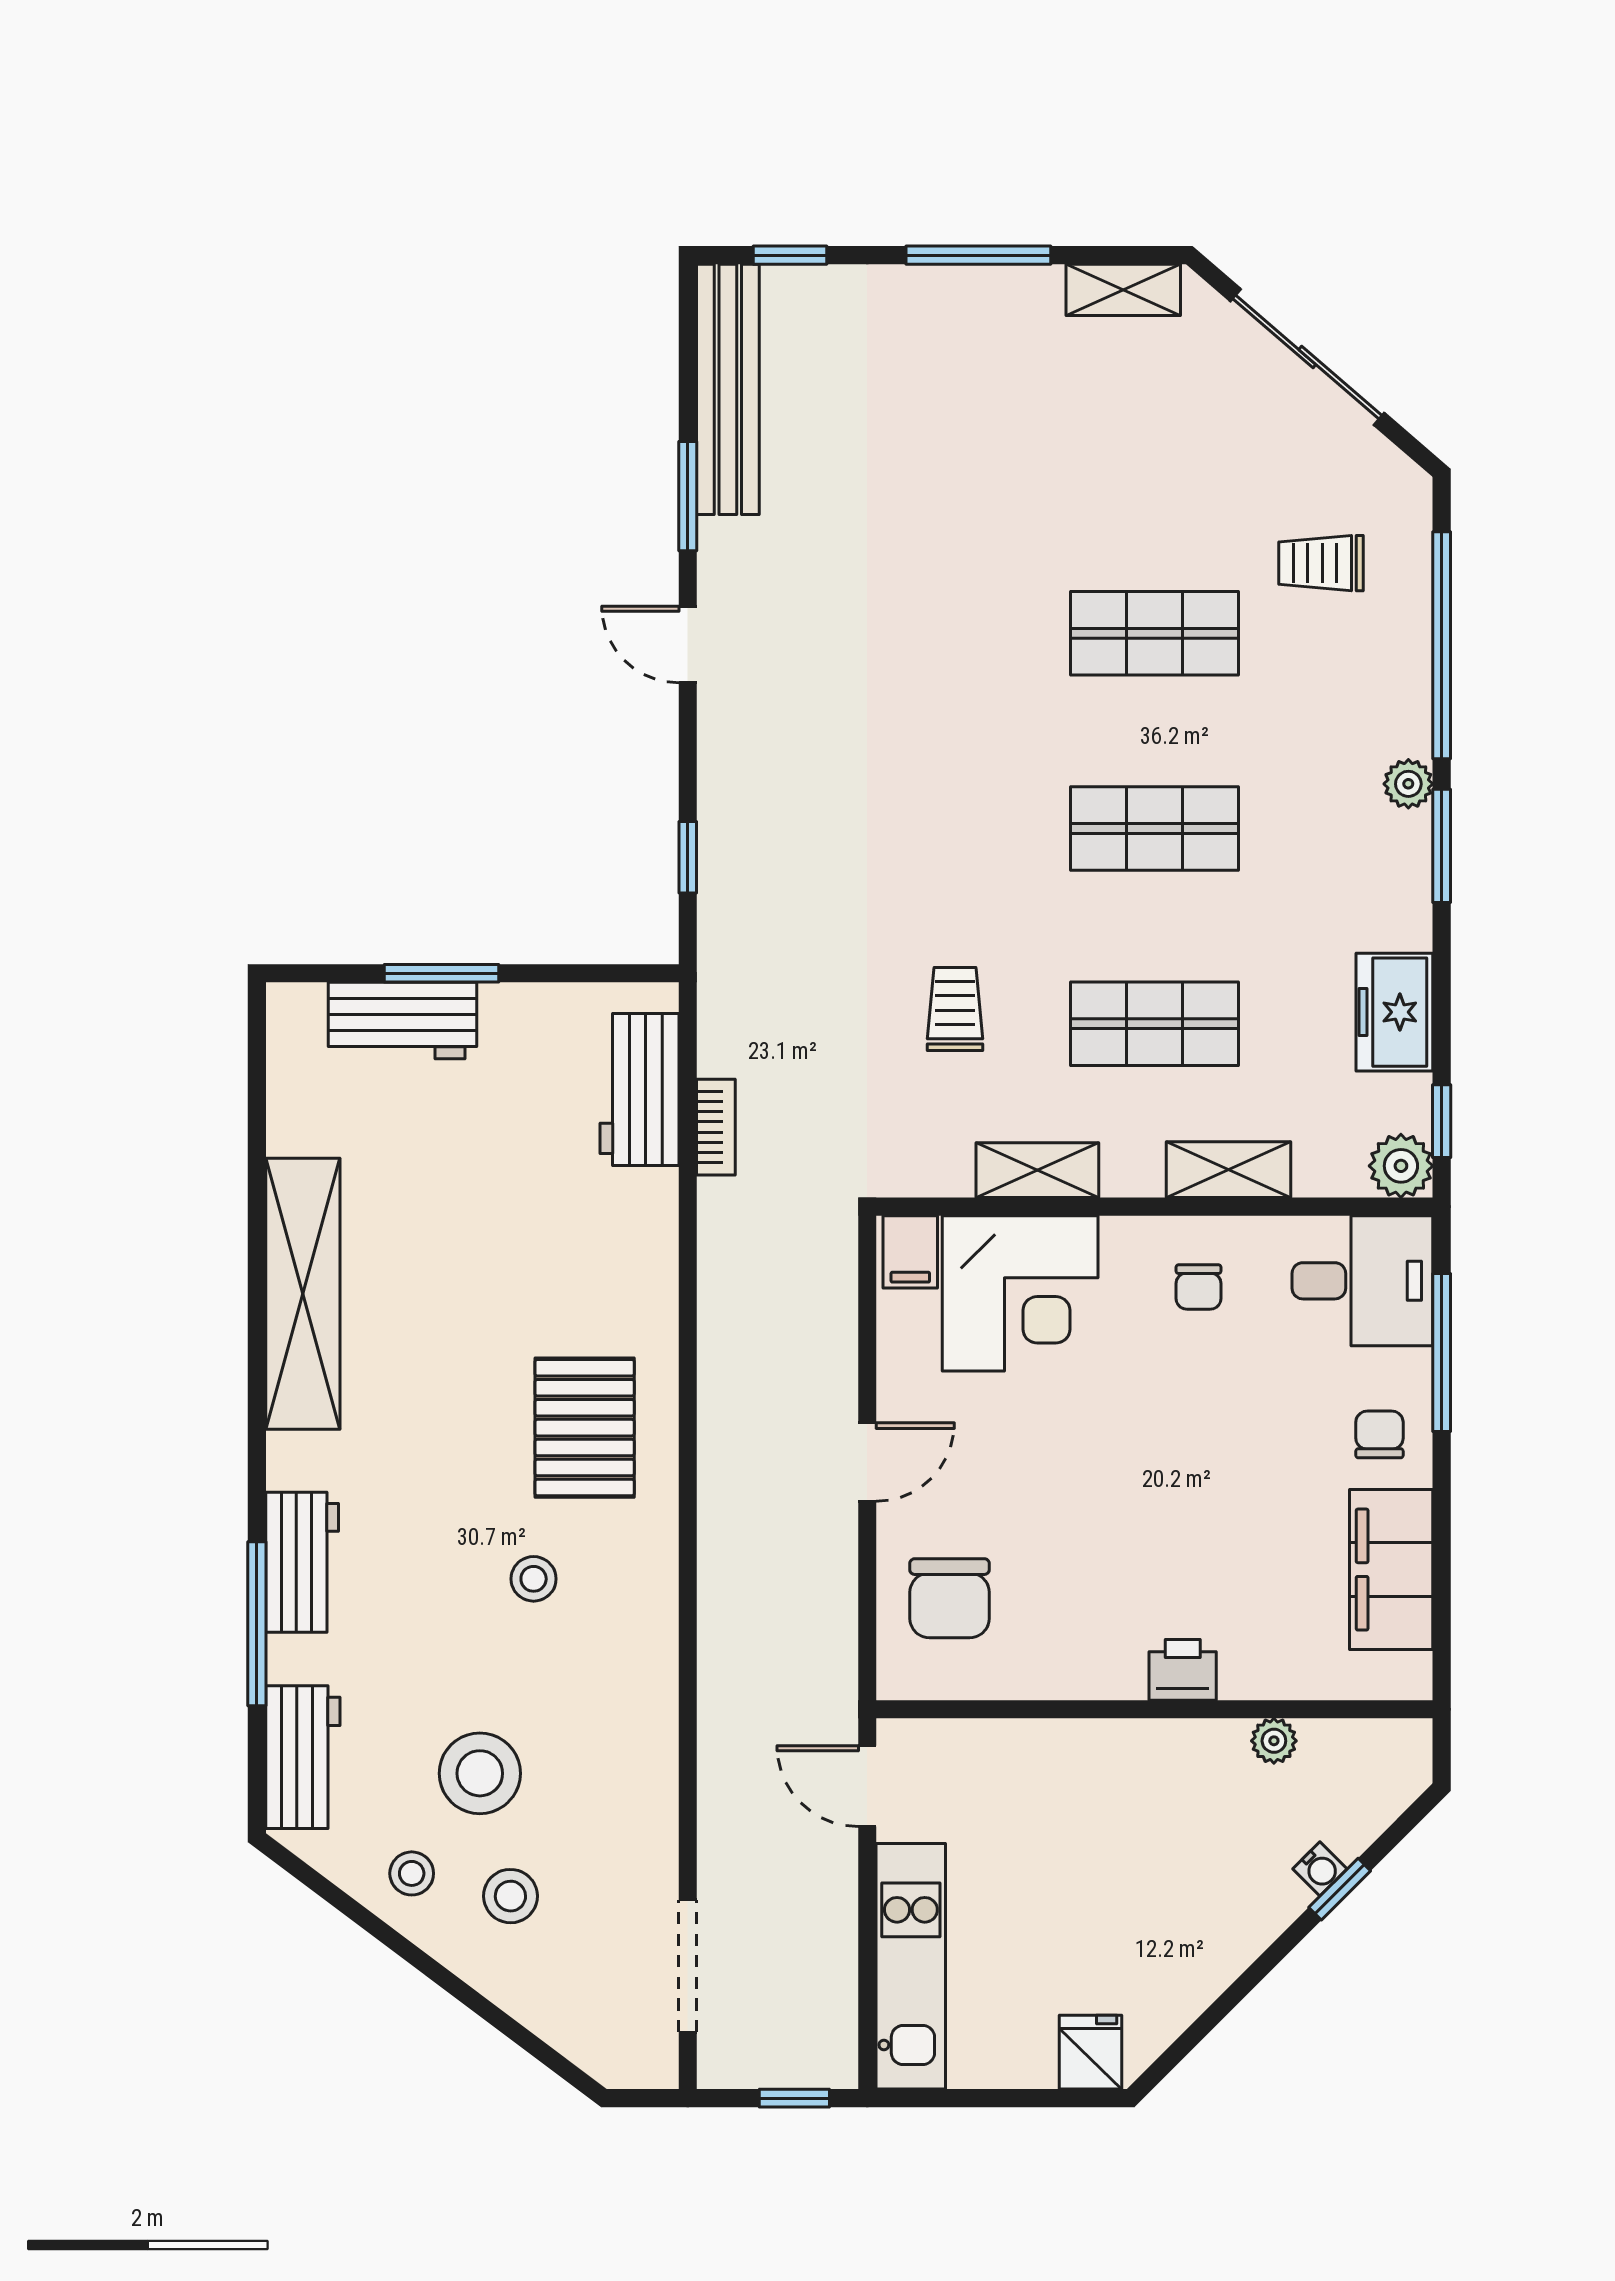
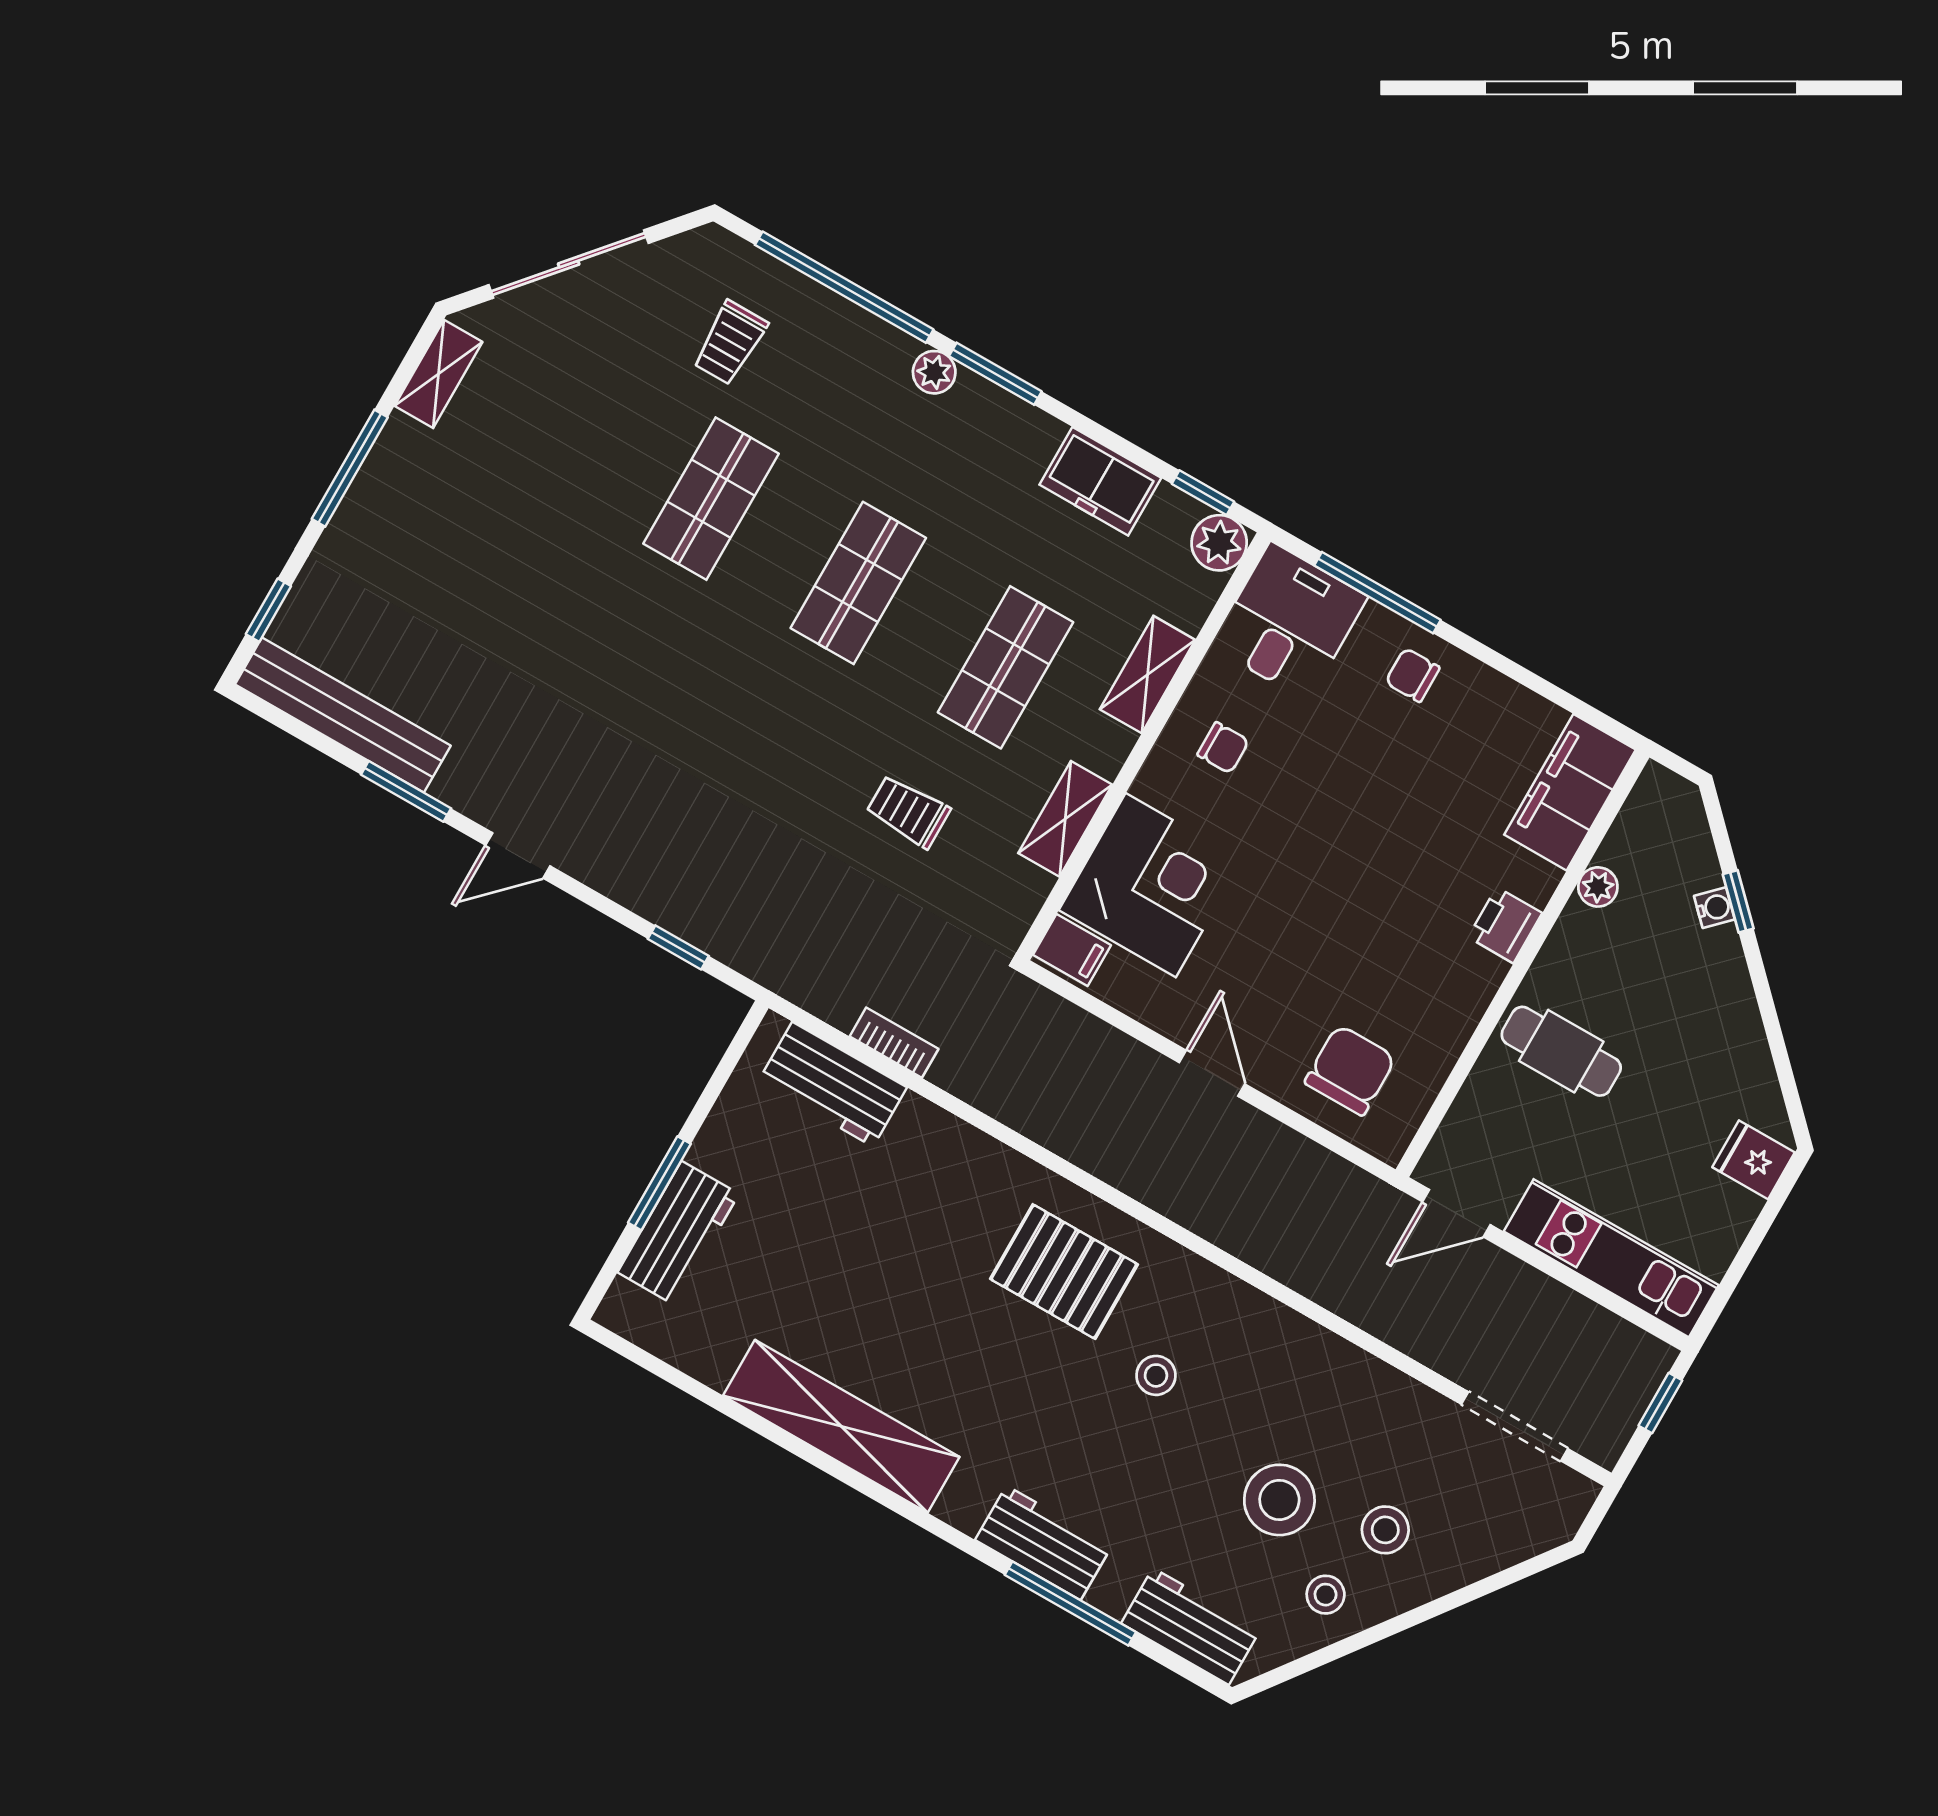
filing cabinet: (1391, 1570) -> (1570, 792), moved, turned 90
chair: (950, 1598) -> (1350, 1070), turned -90
cafe table: (1089, 1798) -> (1561, 1051), added

